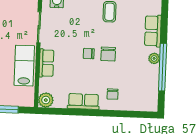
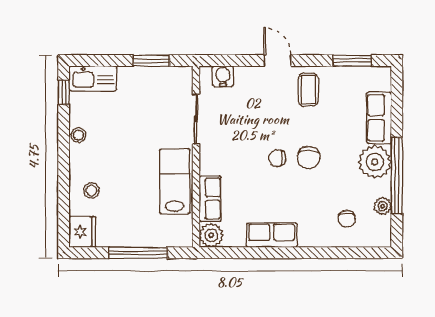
plant: (154, 58) -> (375, 162), width x1.88, depth x1.88
row of seats: (46, 63) -> (210, 199), moved
plant: (153, 86) -> (383, 206), added
chair: (113, 94) -> (347, 219), moved

